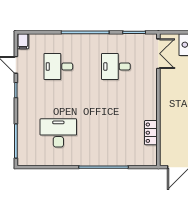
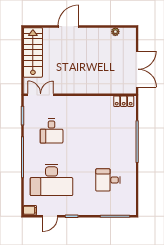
desk: (58, 67) -> (52, 180), width x1.87, depth x1.30
desk: (58, 133) -> (108, 180), width x0.73
locker: (151, 133) -> (124, 101), moved

